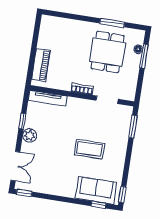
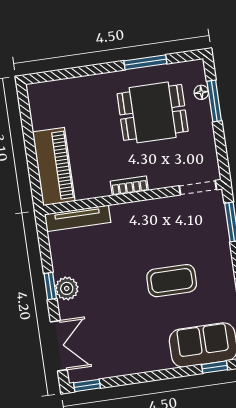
dining table: (108, 52) -> (153, 112), turned 90
piano: (41, 65) -> (54, 166), width x1.37, depth x1.33
doorway: (107, 100) -> (198, 188), moved
window: (22, 121) -> (50, 286), moved

